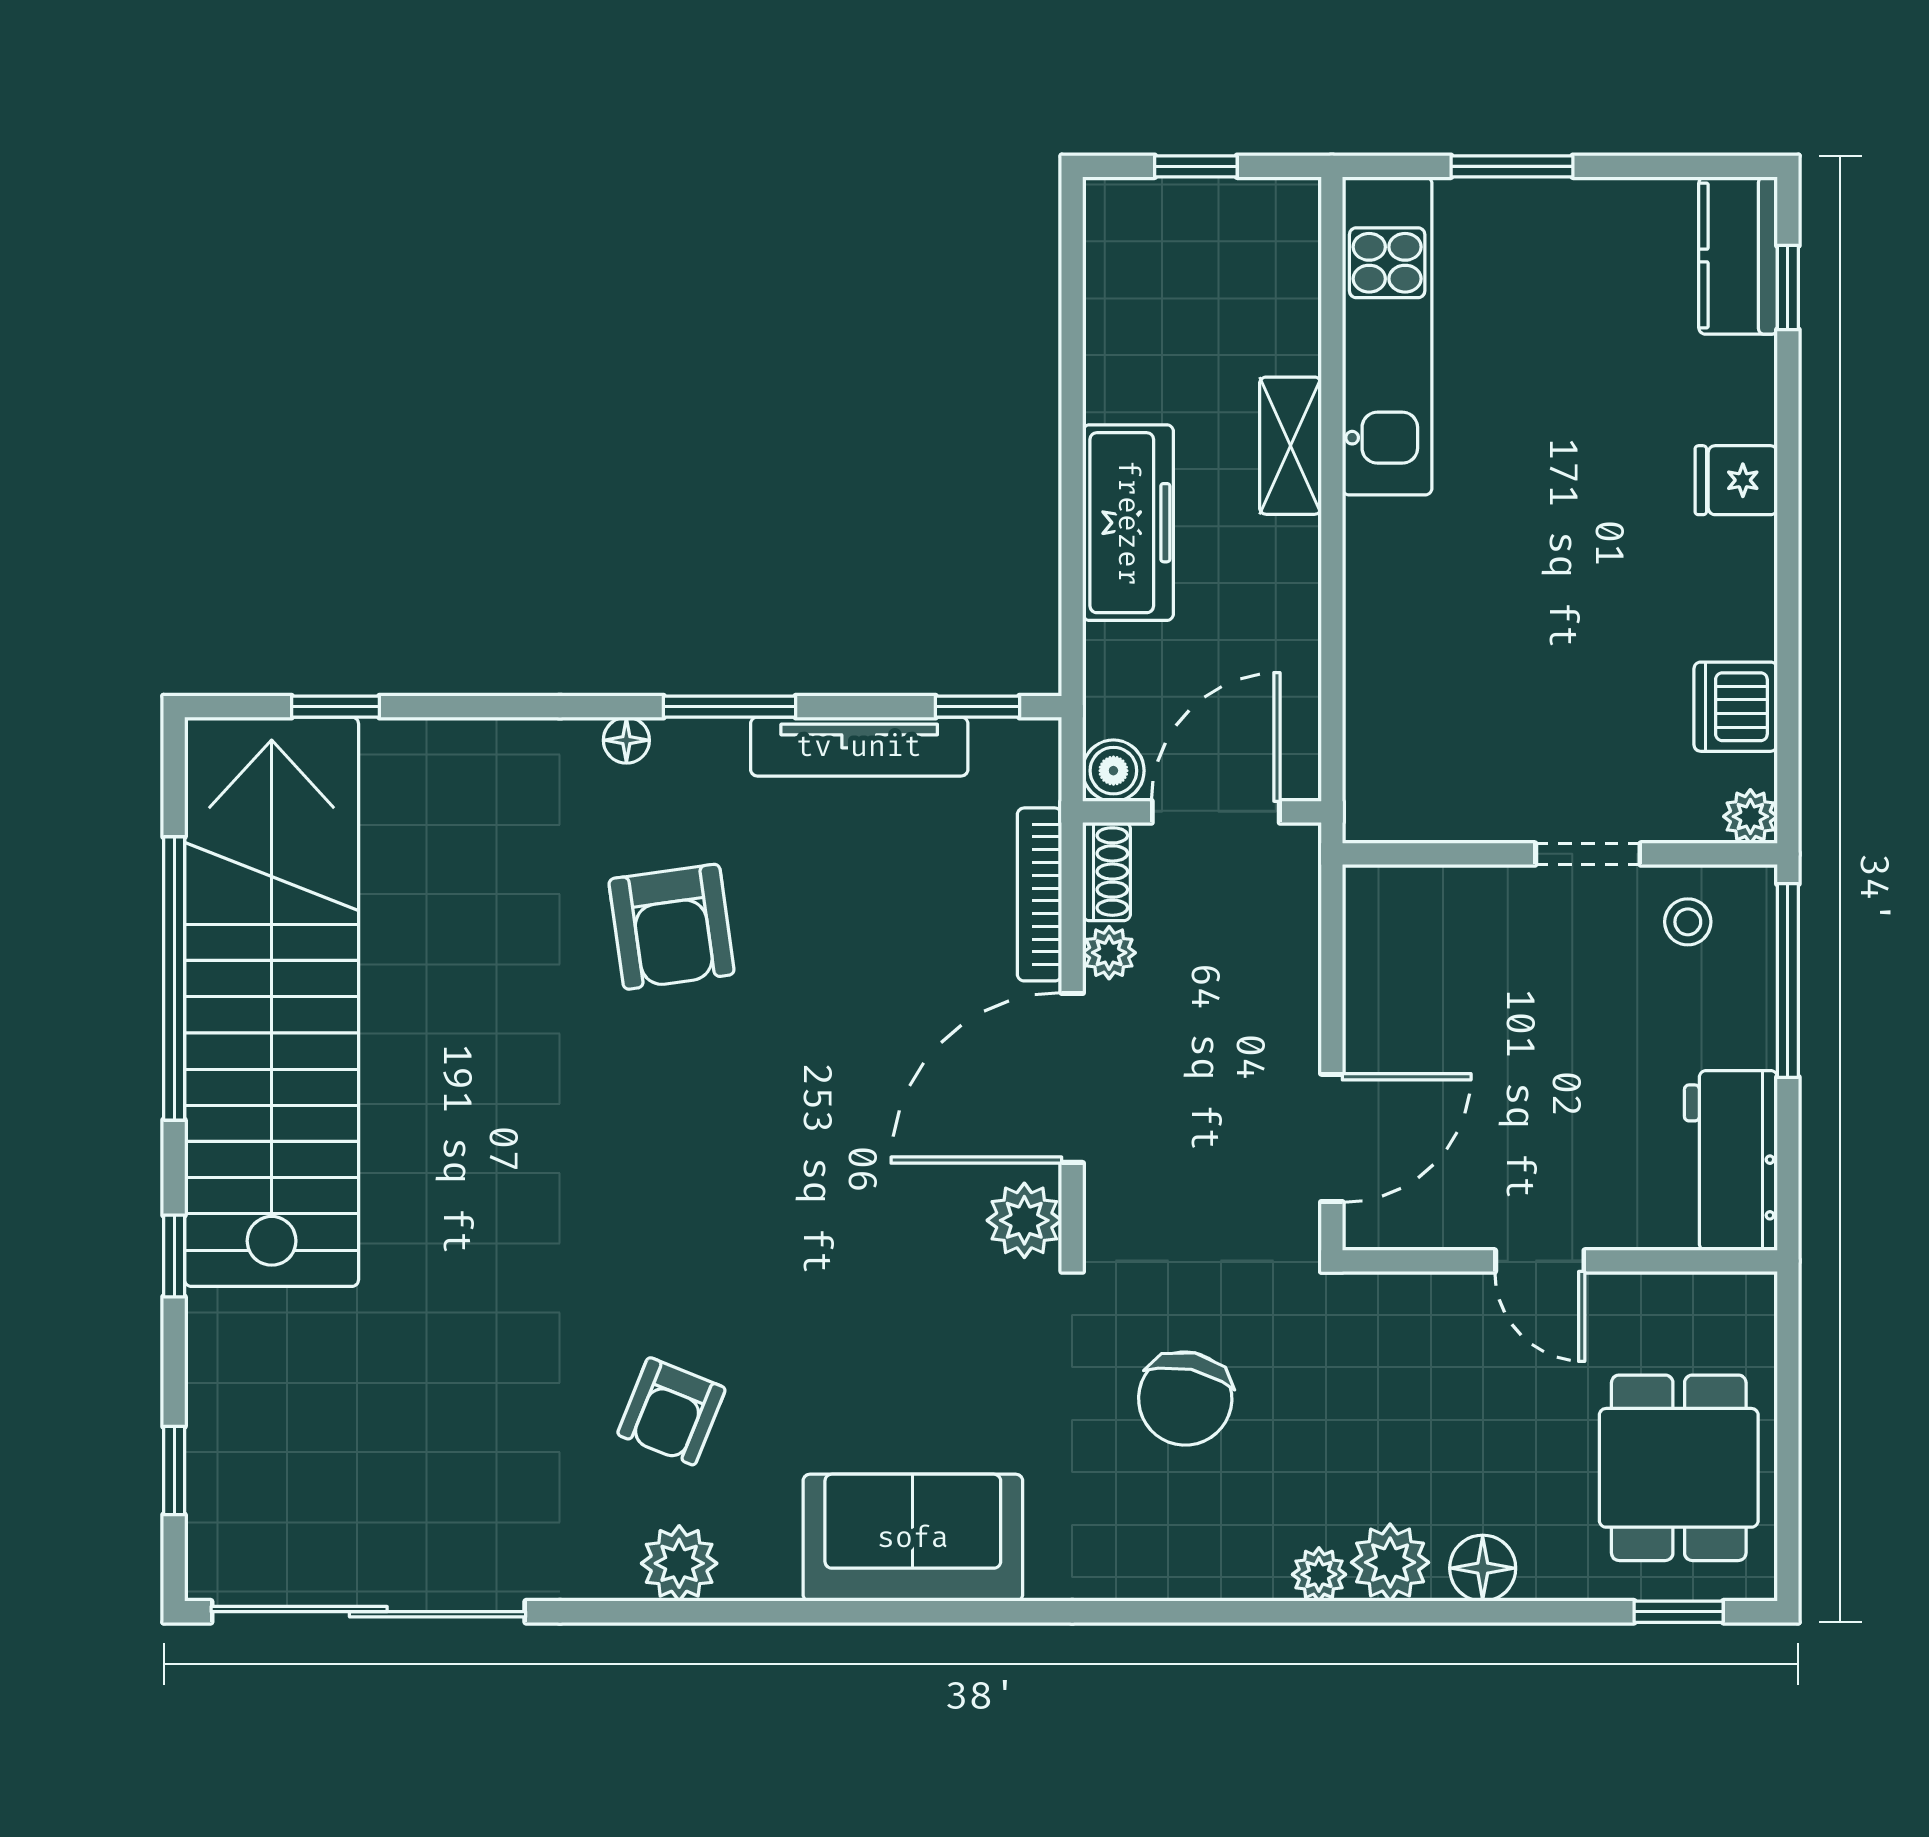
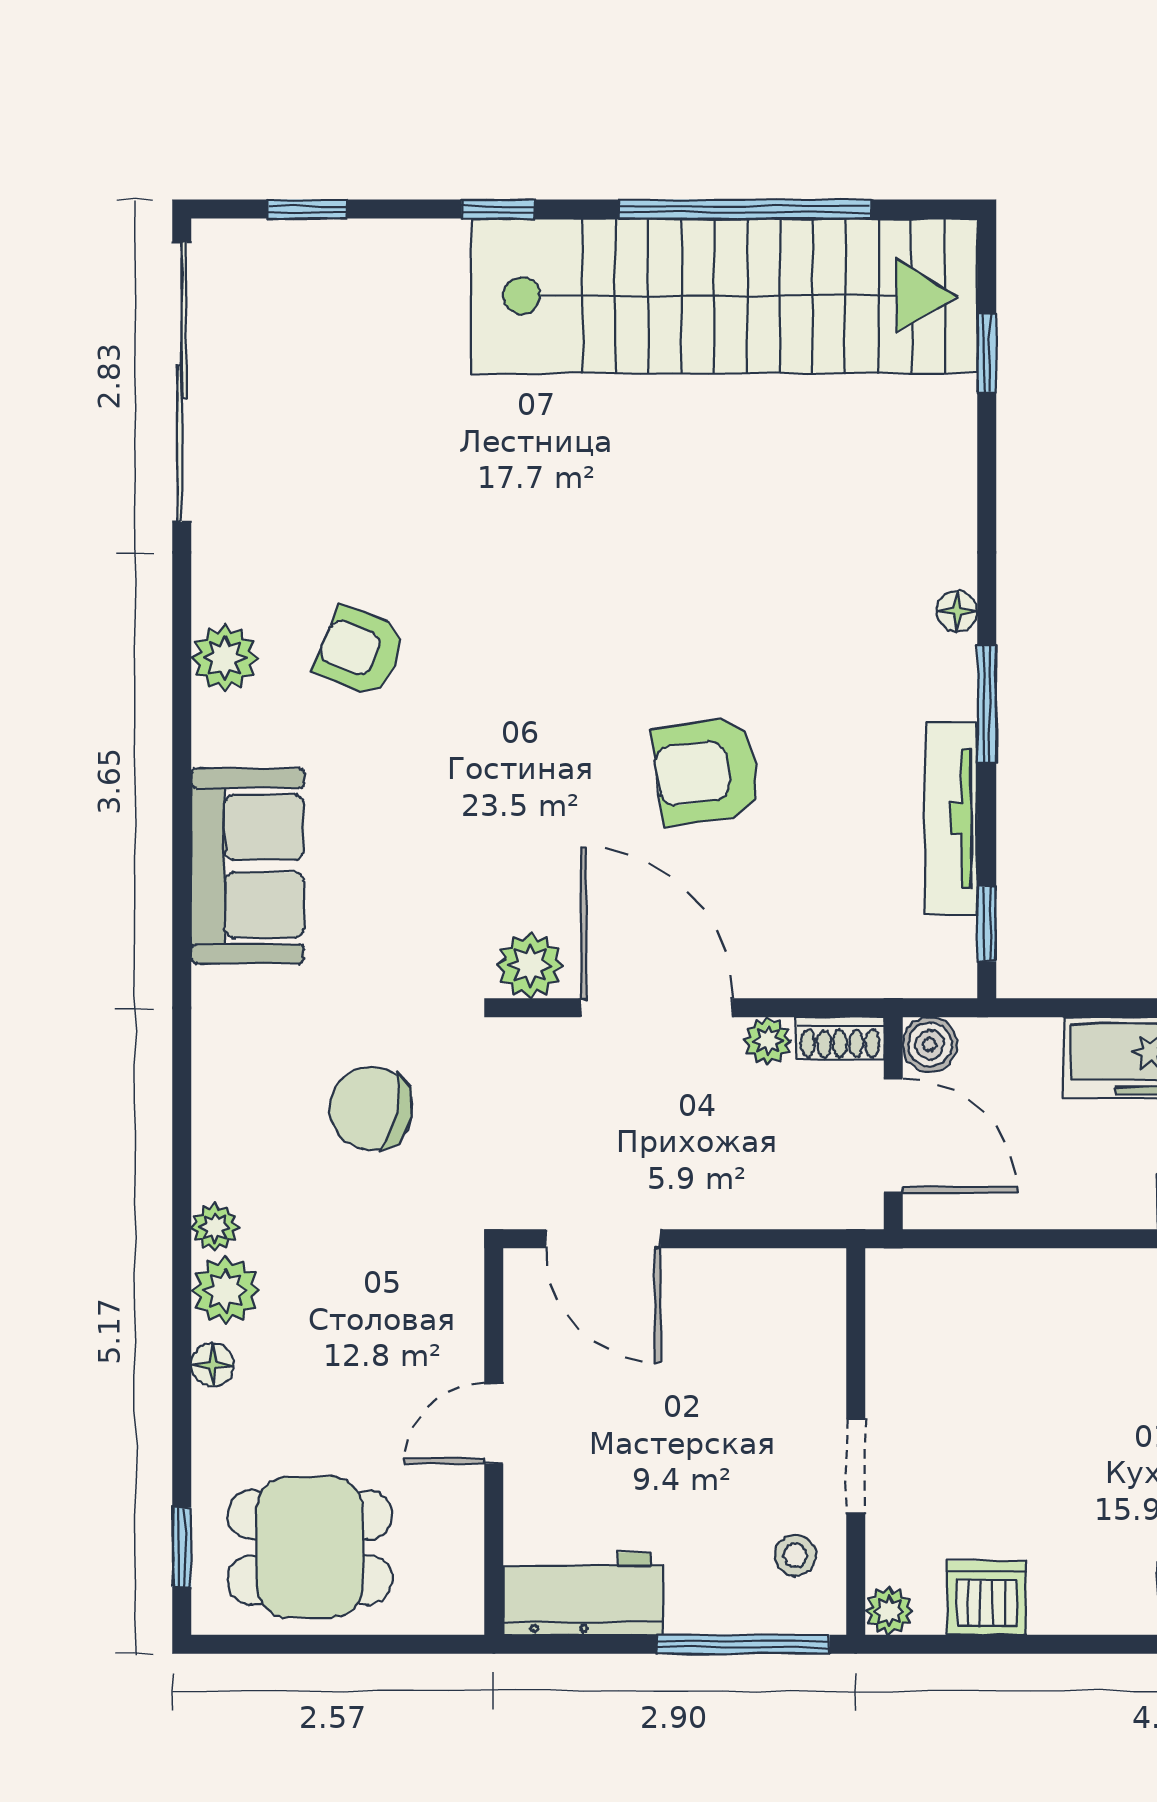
bookcase: (1040, 894) -> (820, 979), removed
armchair: (672, 927) -> (706, 771), moved
floor lamp: (1483, 1568) -> (213, 1365), width x0.73, depth x0.73

